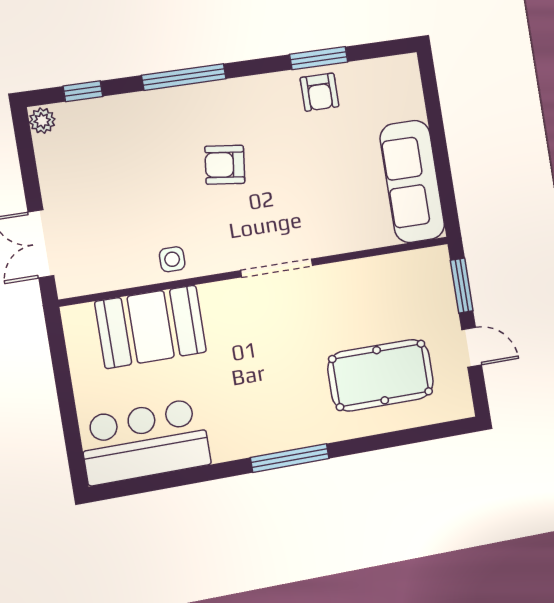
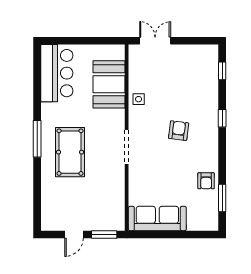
window: (319, 58) -> (222, 198), moved
window: (184, 77) -> (222, 118), width x0.46
armchair: (319, 92) -> (206, 181), turned -90
plant: (42, 121) -> (211, 50), removed
pool table: (381, 375) -> (70, 152), moved

